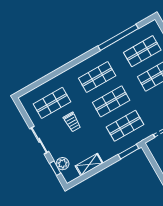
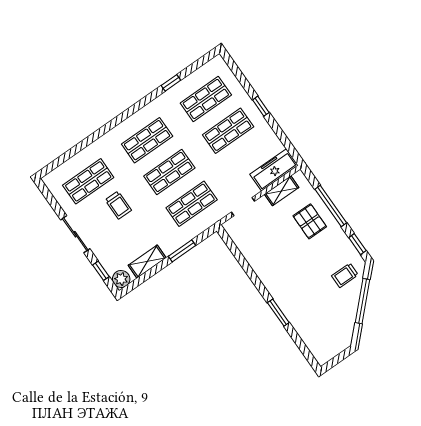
window: (118, 37) -> (171, 83), width x0.32
window: (128, 152) -> (182, 251), moved
plant: (63, 164) -> (121, 279), moved

